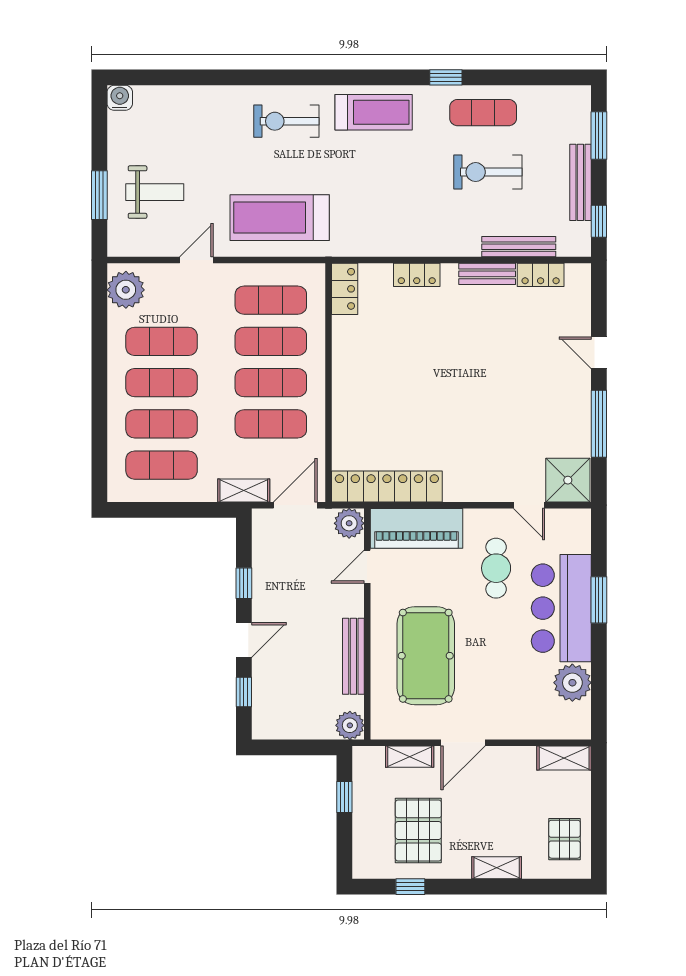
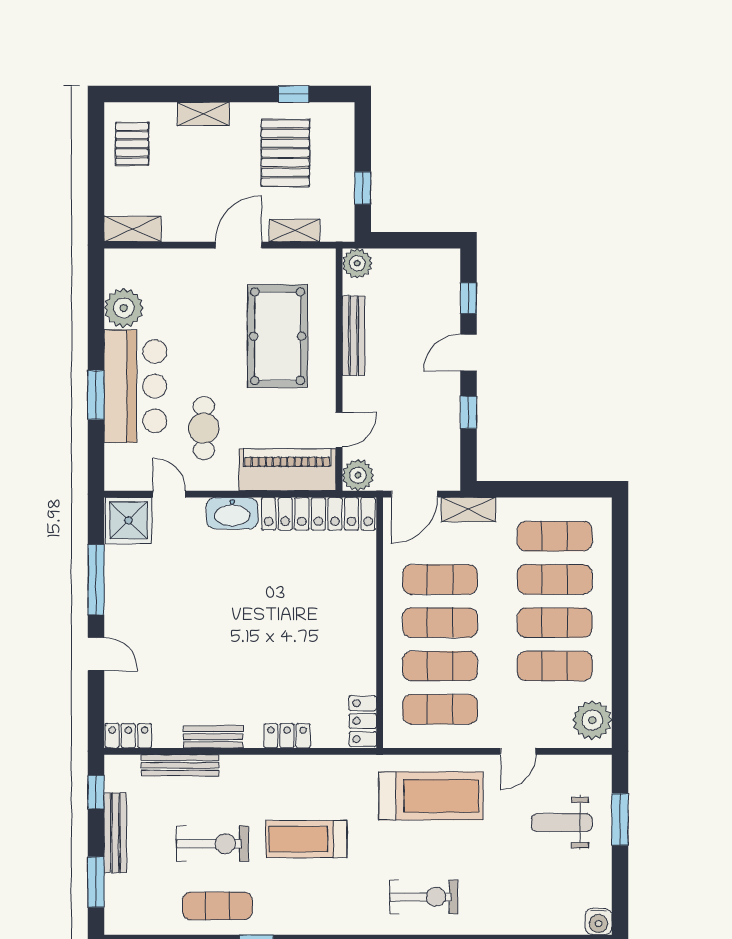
treadmill: (374, 112) -> (306, 839), moved
locker: (541, 275) -> (128, 736), moved
washbasin: (469, 487) -> (232, 513), added

